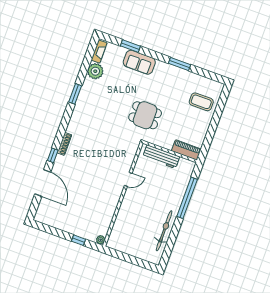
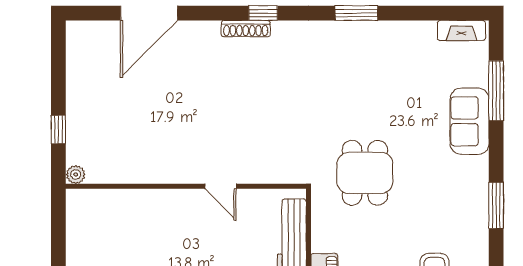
window: (130, 46) -> (496, 91), width x1.44
plant: (95, 71) -> (418, 38), removed
window: (53, 155) -> (263, 13), moved

